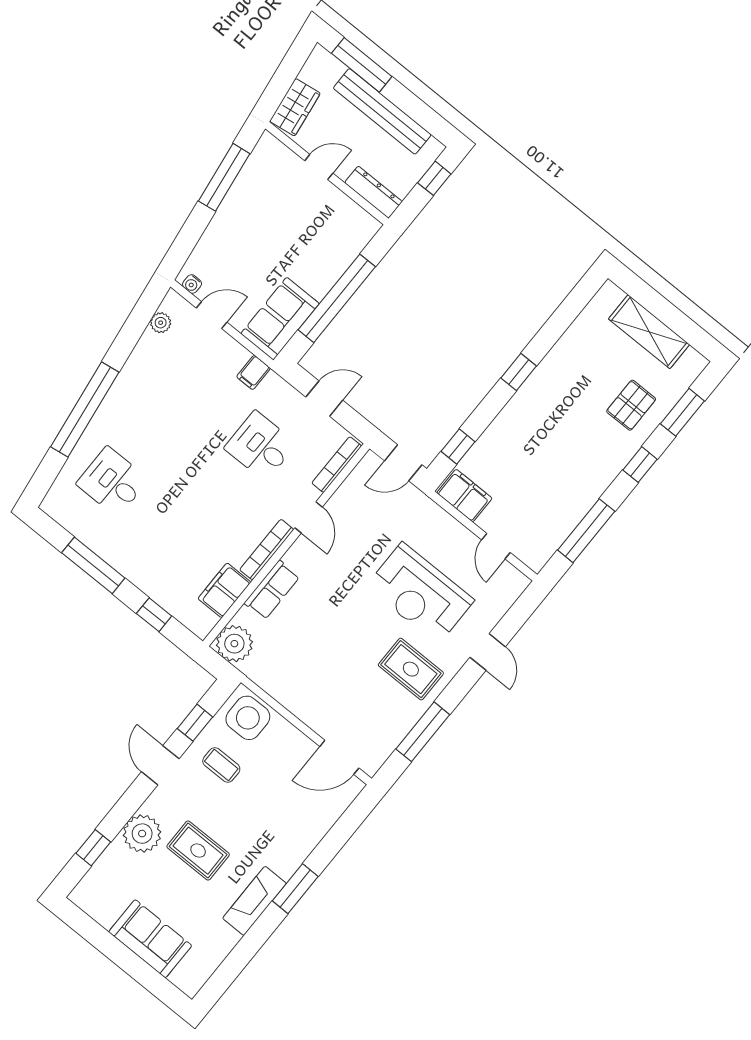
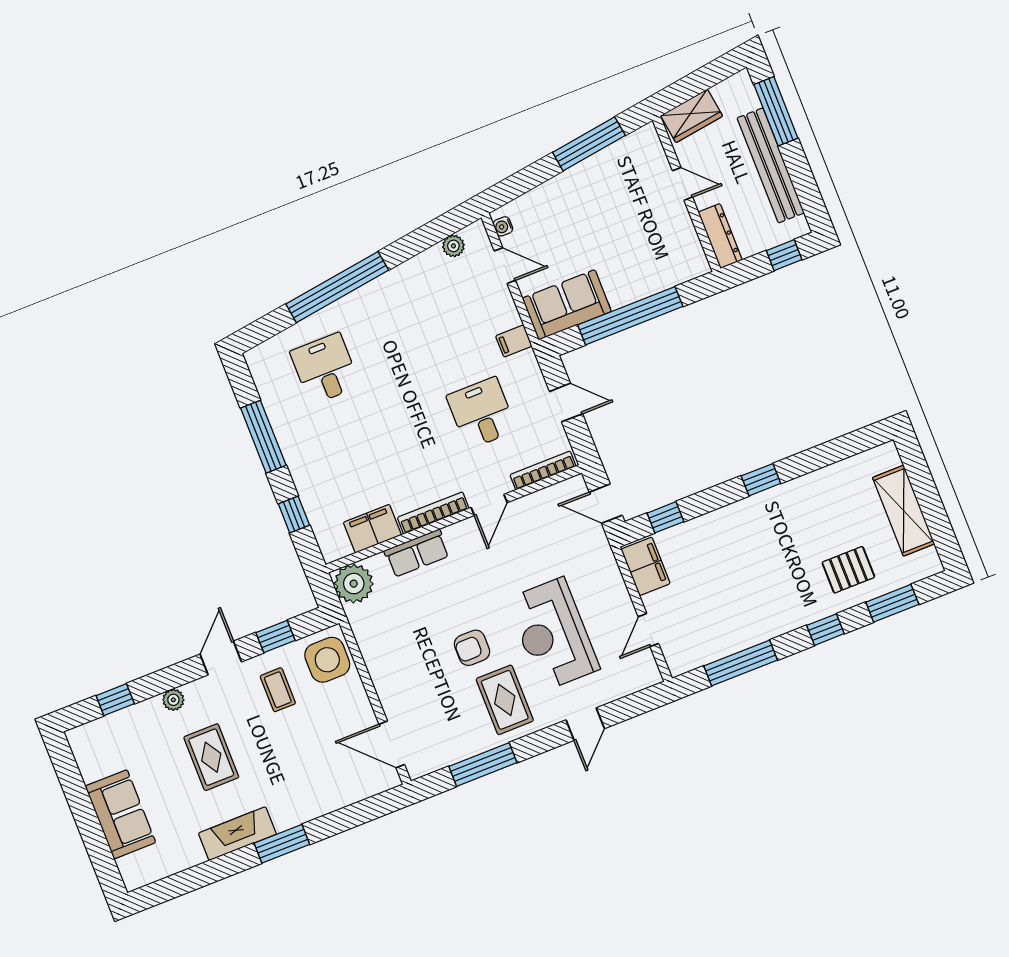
armchair: (360, 642) -> (472, 648), added
plant: (142, 834) -> (173, 700), width x0.53, depth x0.53

